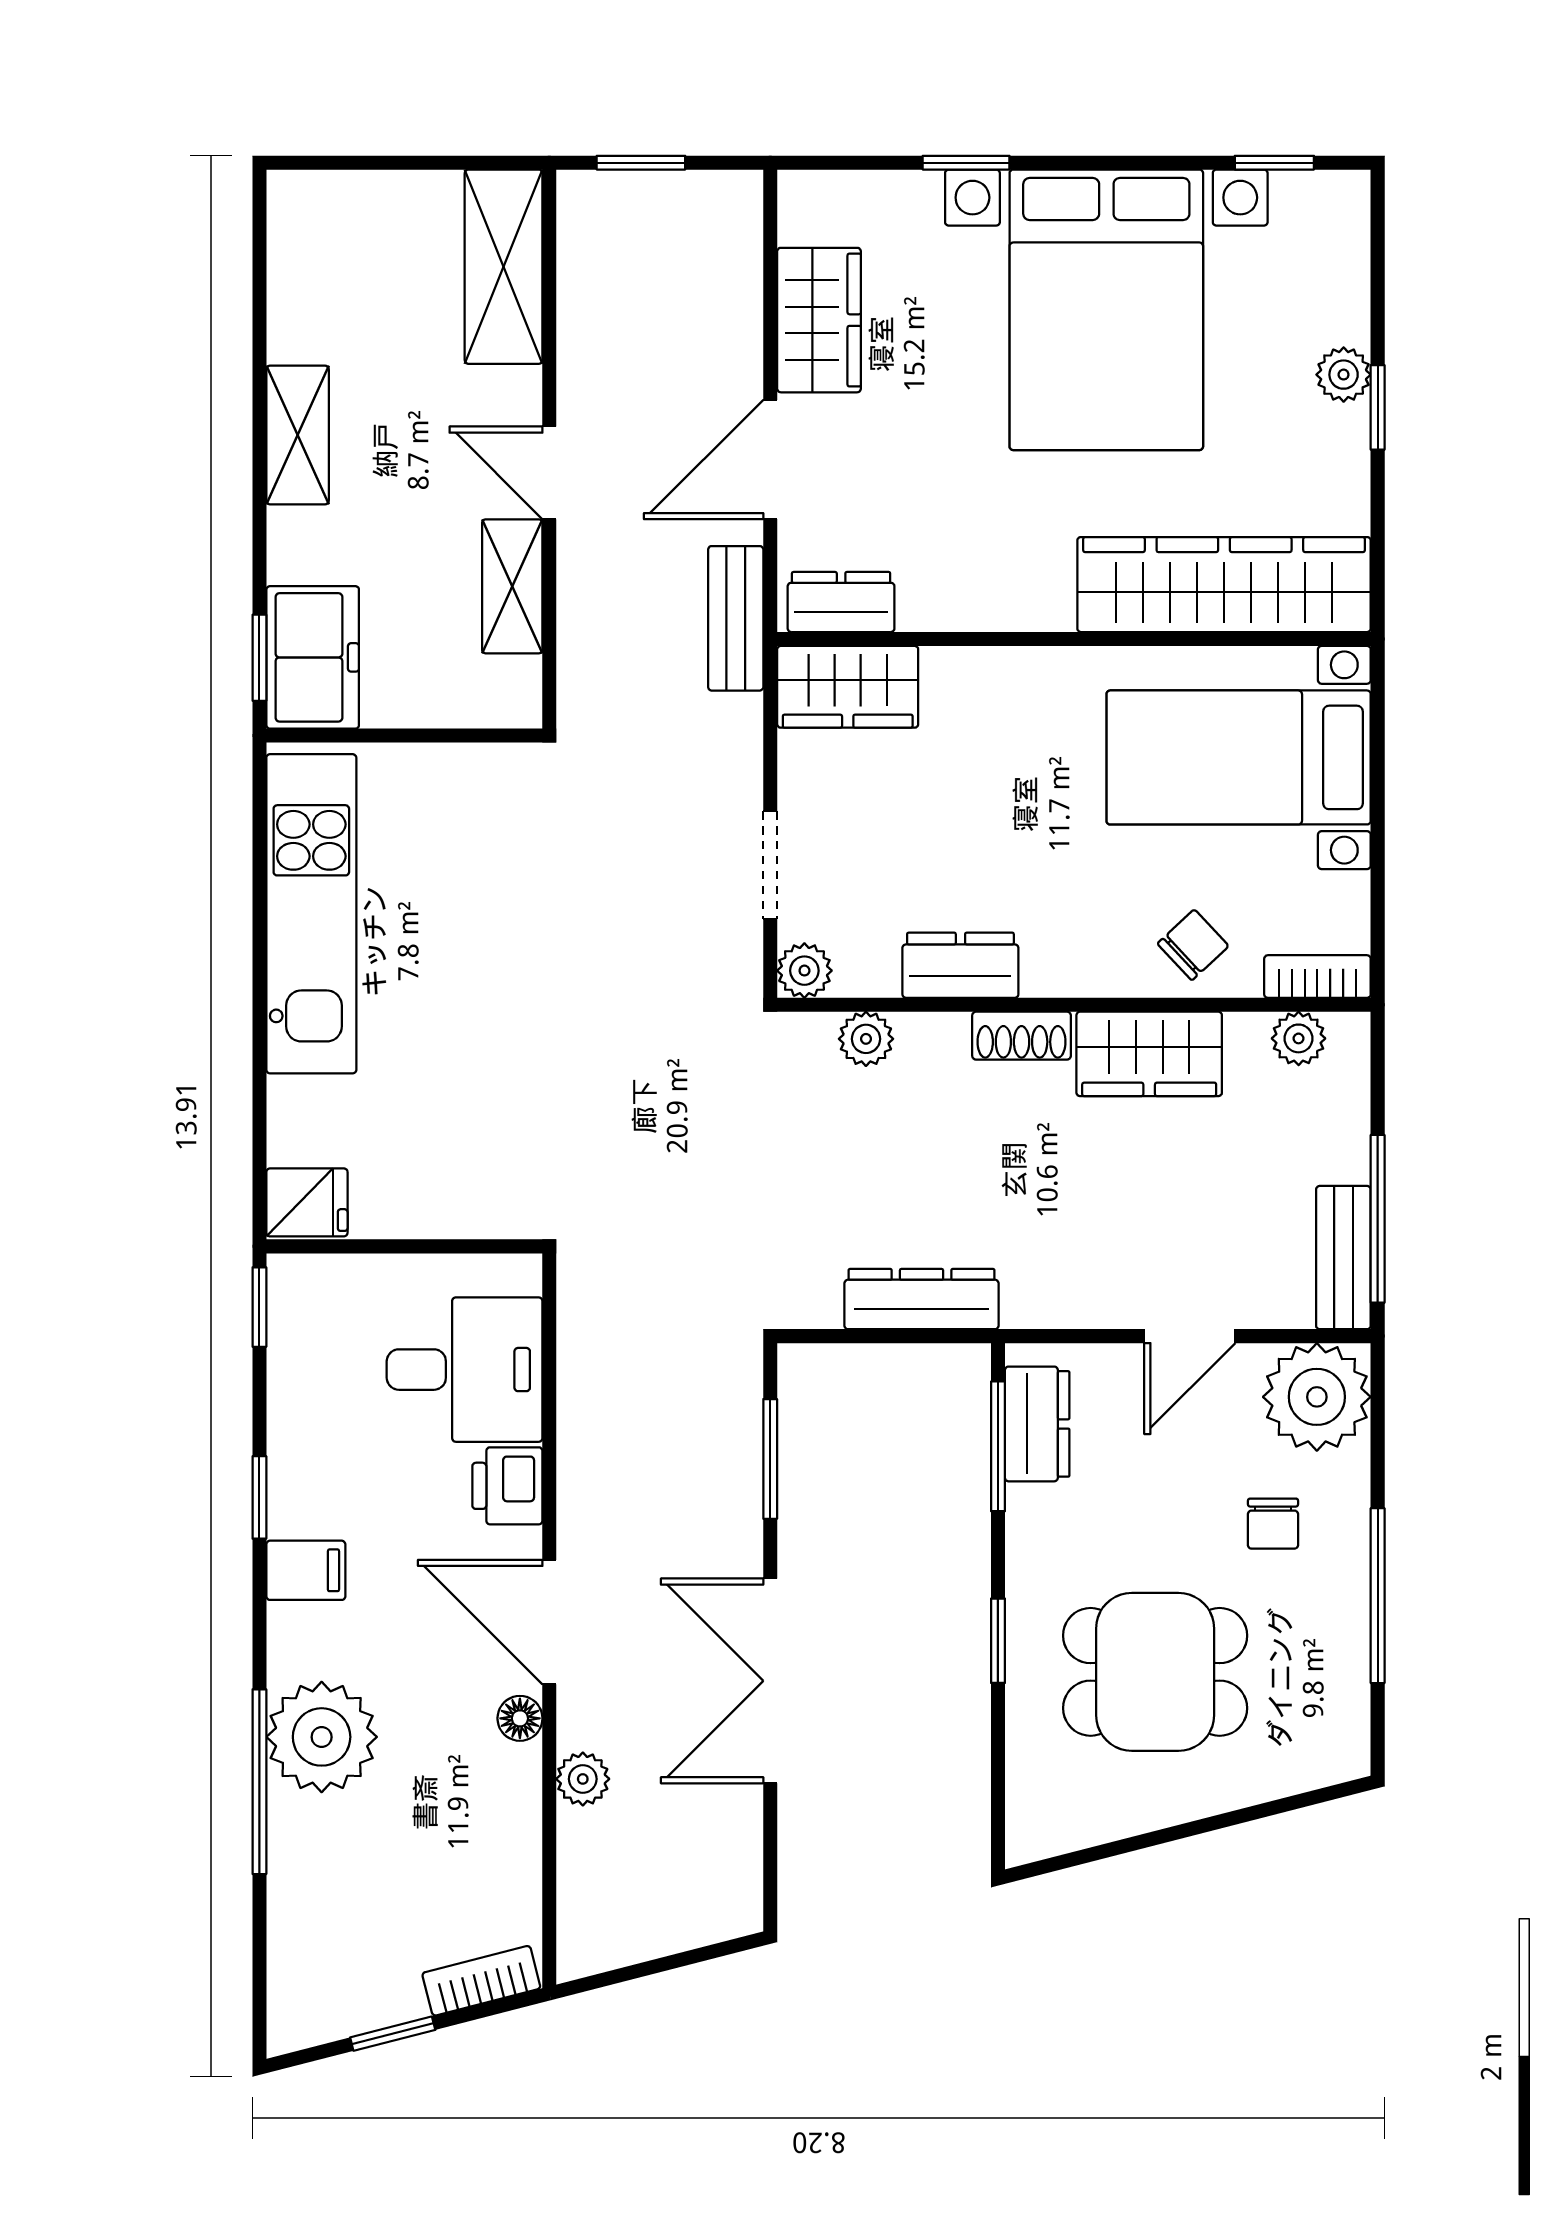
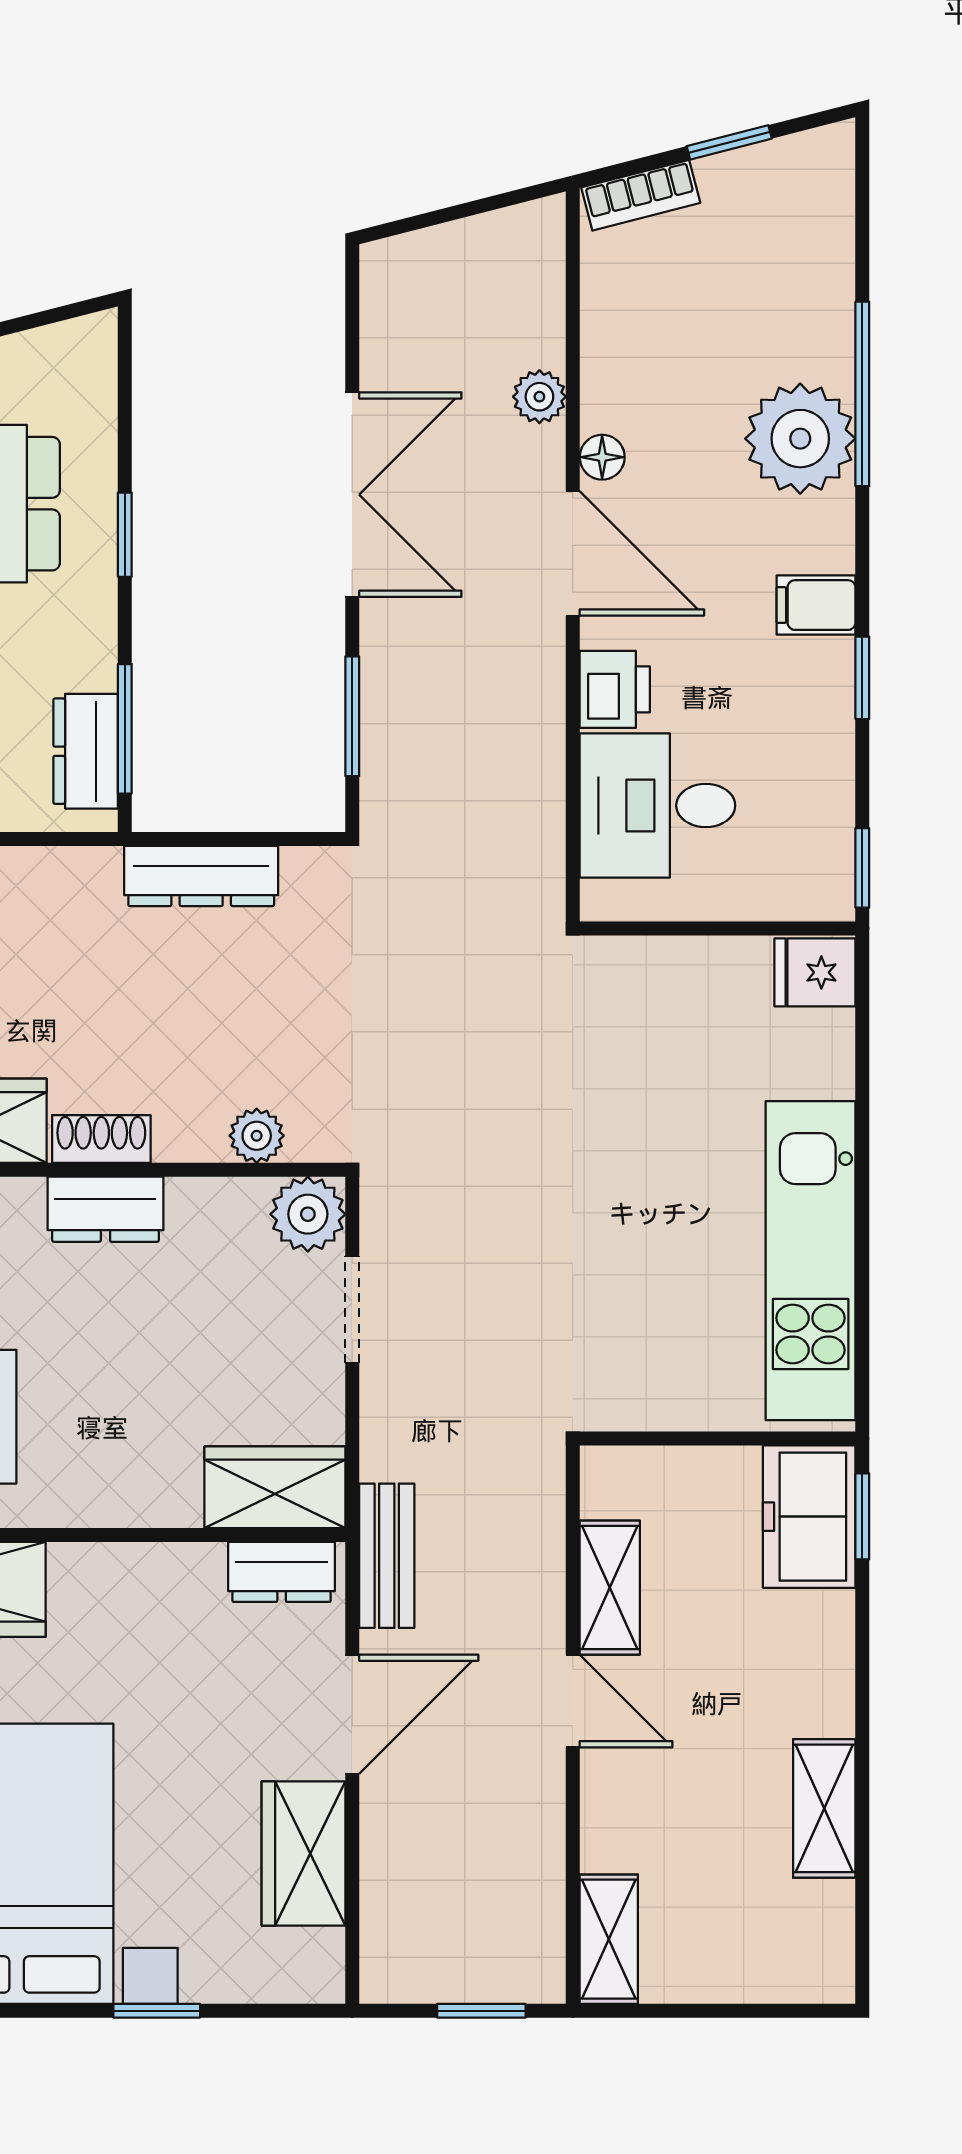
shelving: (504, 267) -> (609, 1939), width x0.67, depth x0.75
shelving: (298, 435) -> (824, 1808), moved
dresser: (960, 965) -> (105, 1209), moved
plant: (804, 971) -> (308, 1214), width x1.38, depth x1.38

